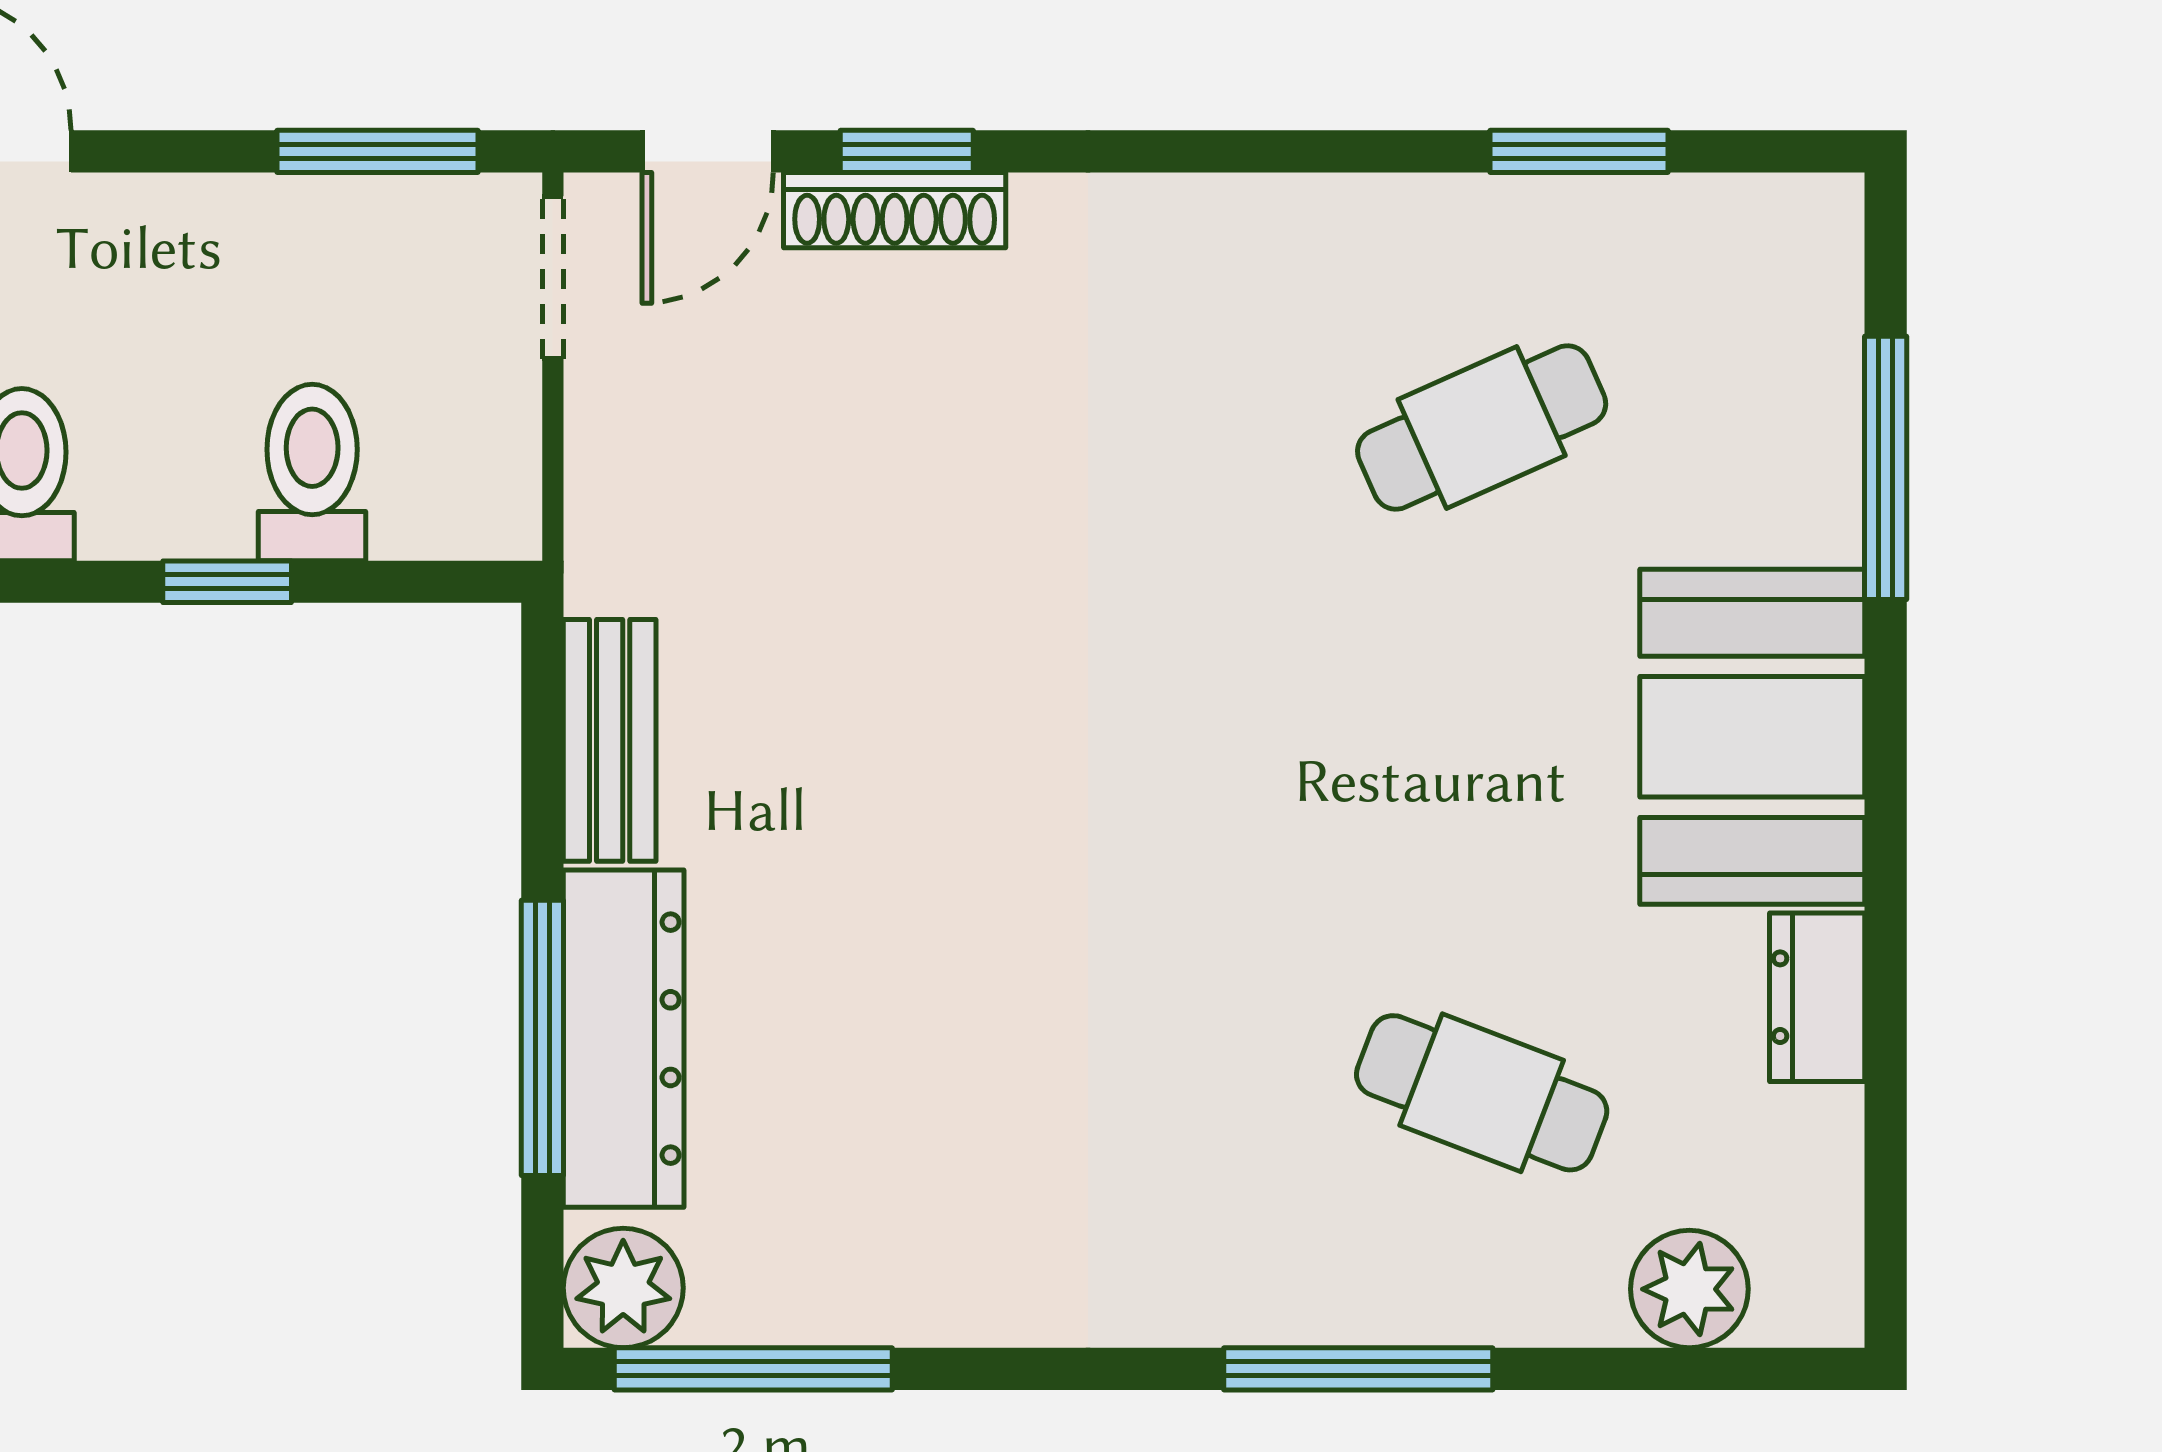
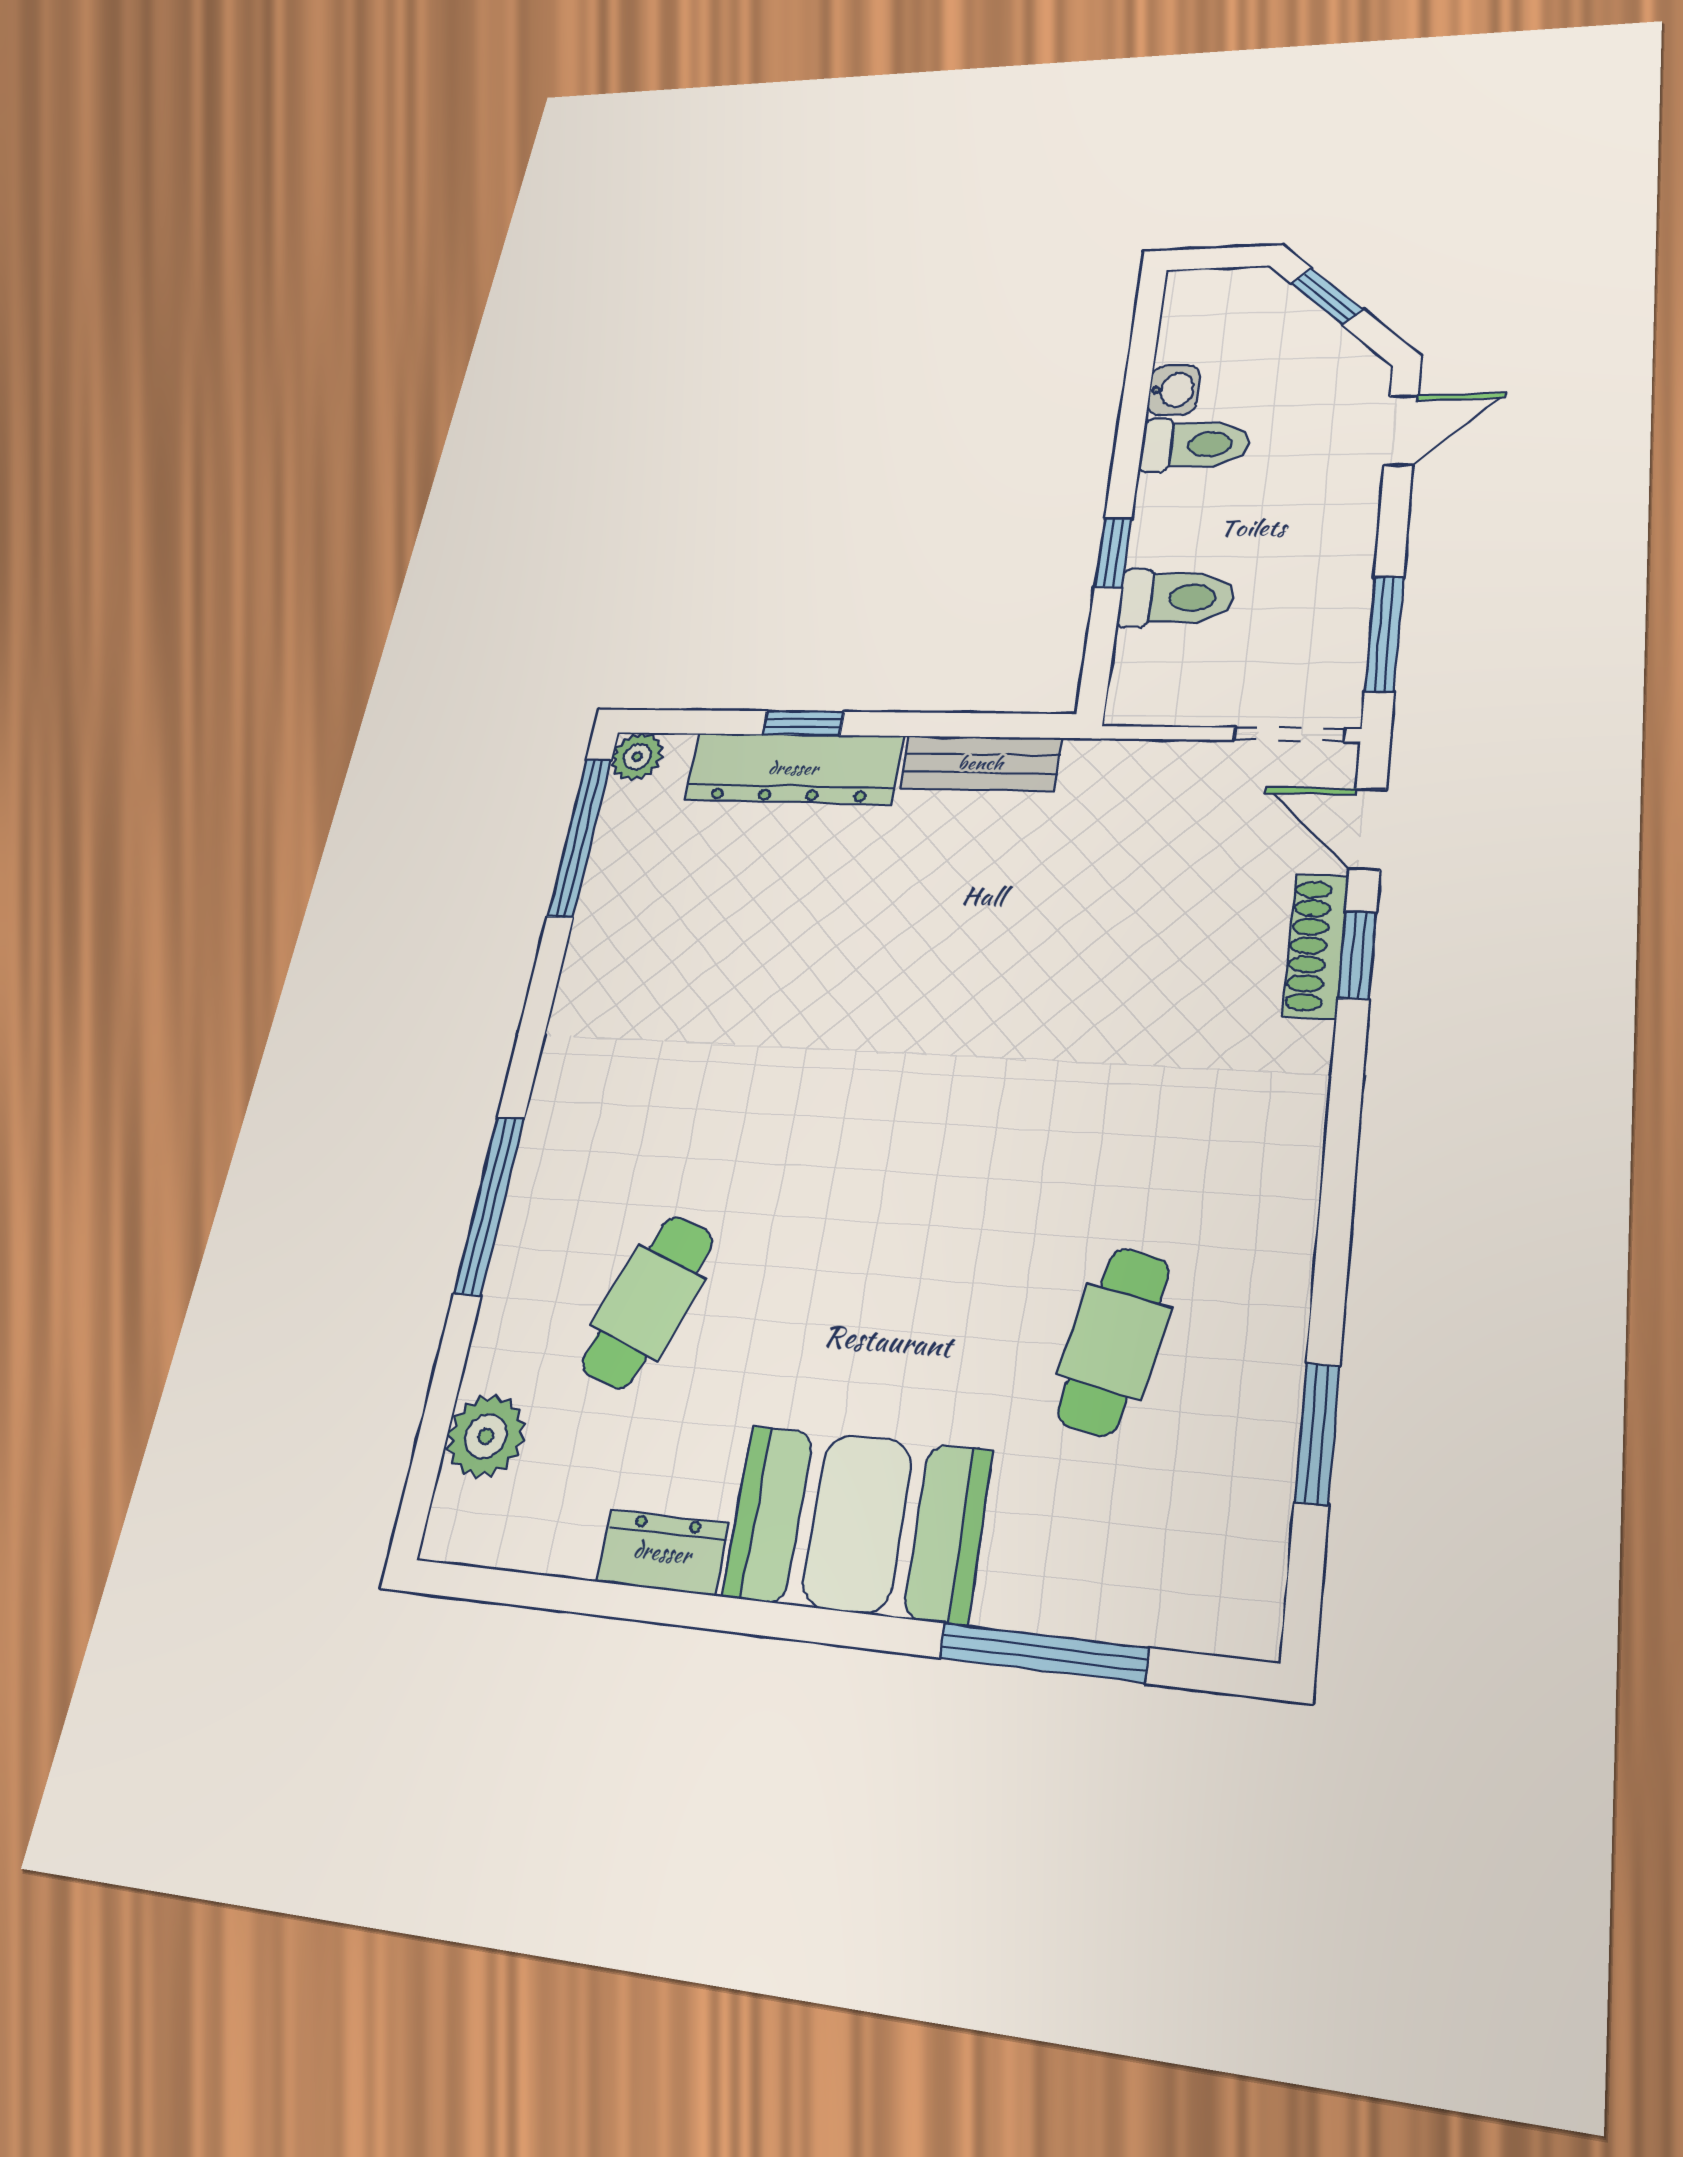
cafe table: (1482, 428) -> (1114, 1341), turned 36
window: (542, 1038) -> (803, 723), width x0.46
plant: (623, 1288) -> (637, 757), width x0.73, depth x0.73

